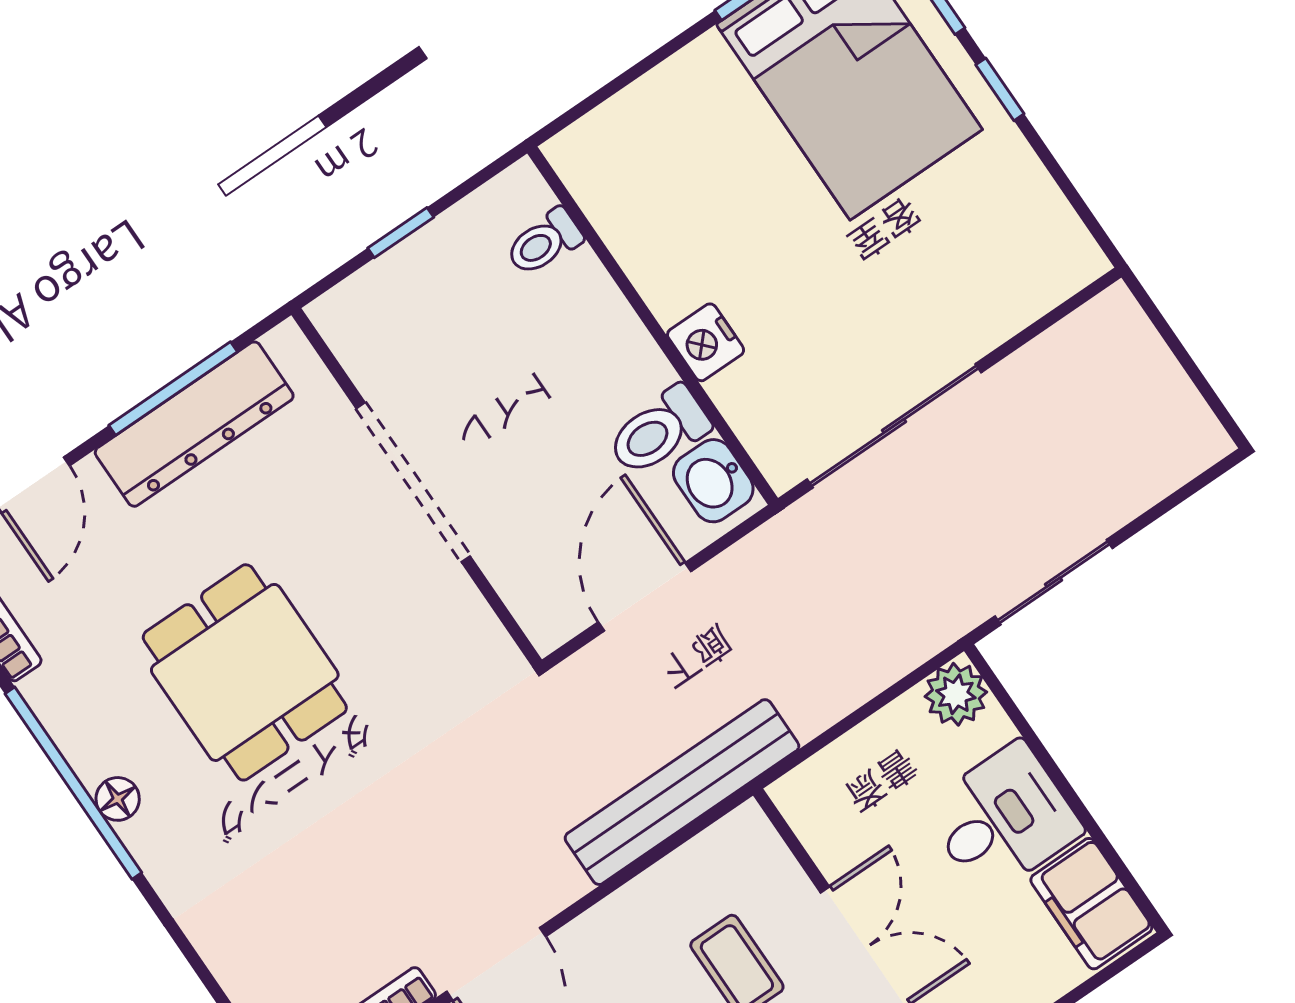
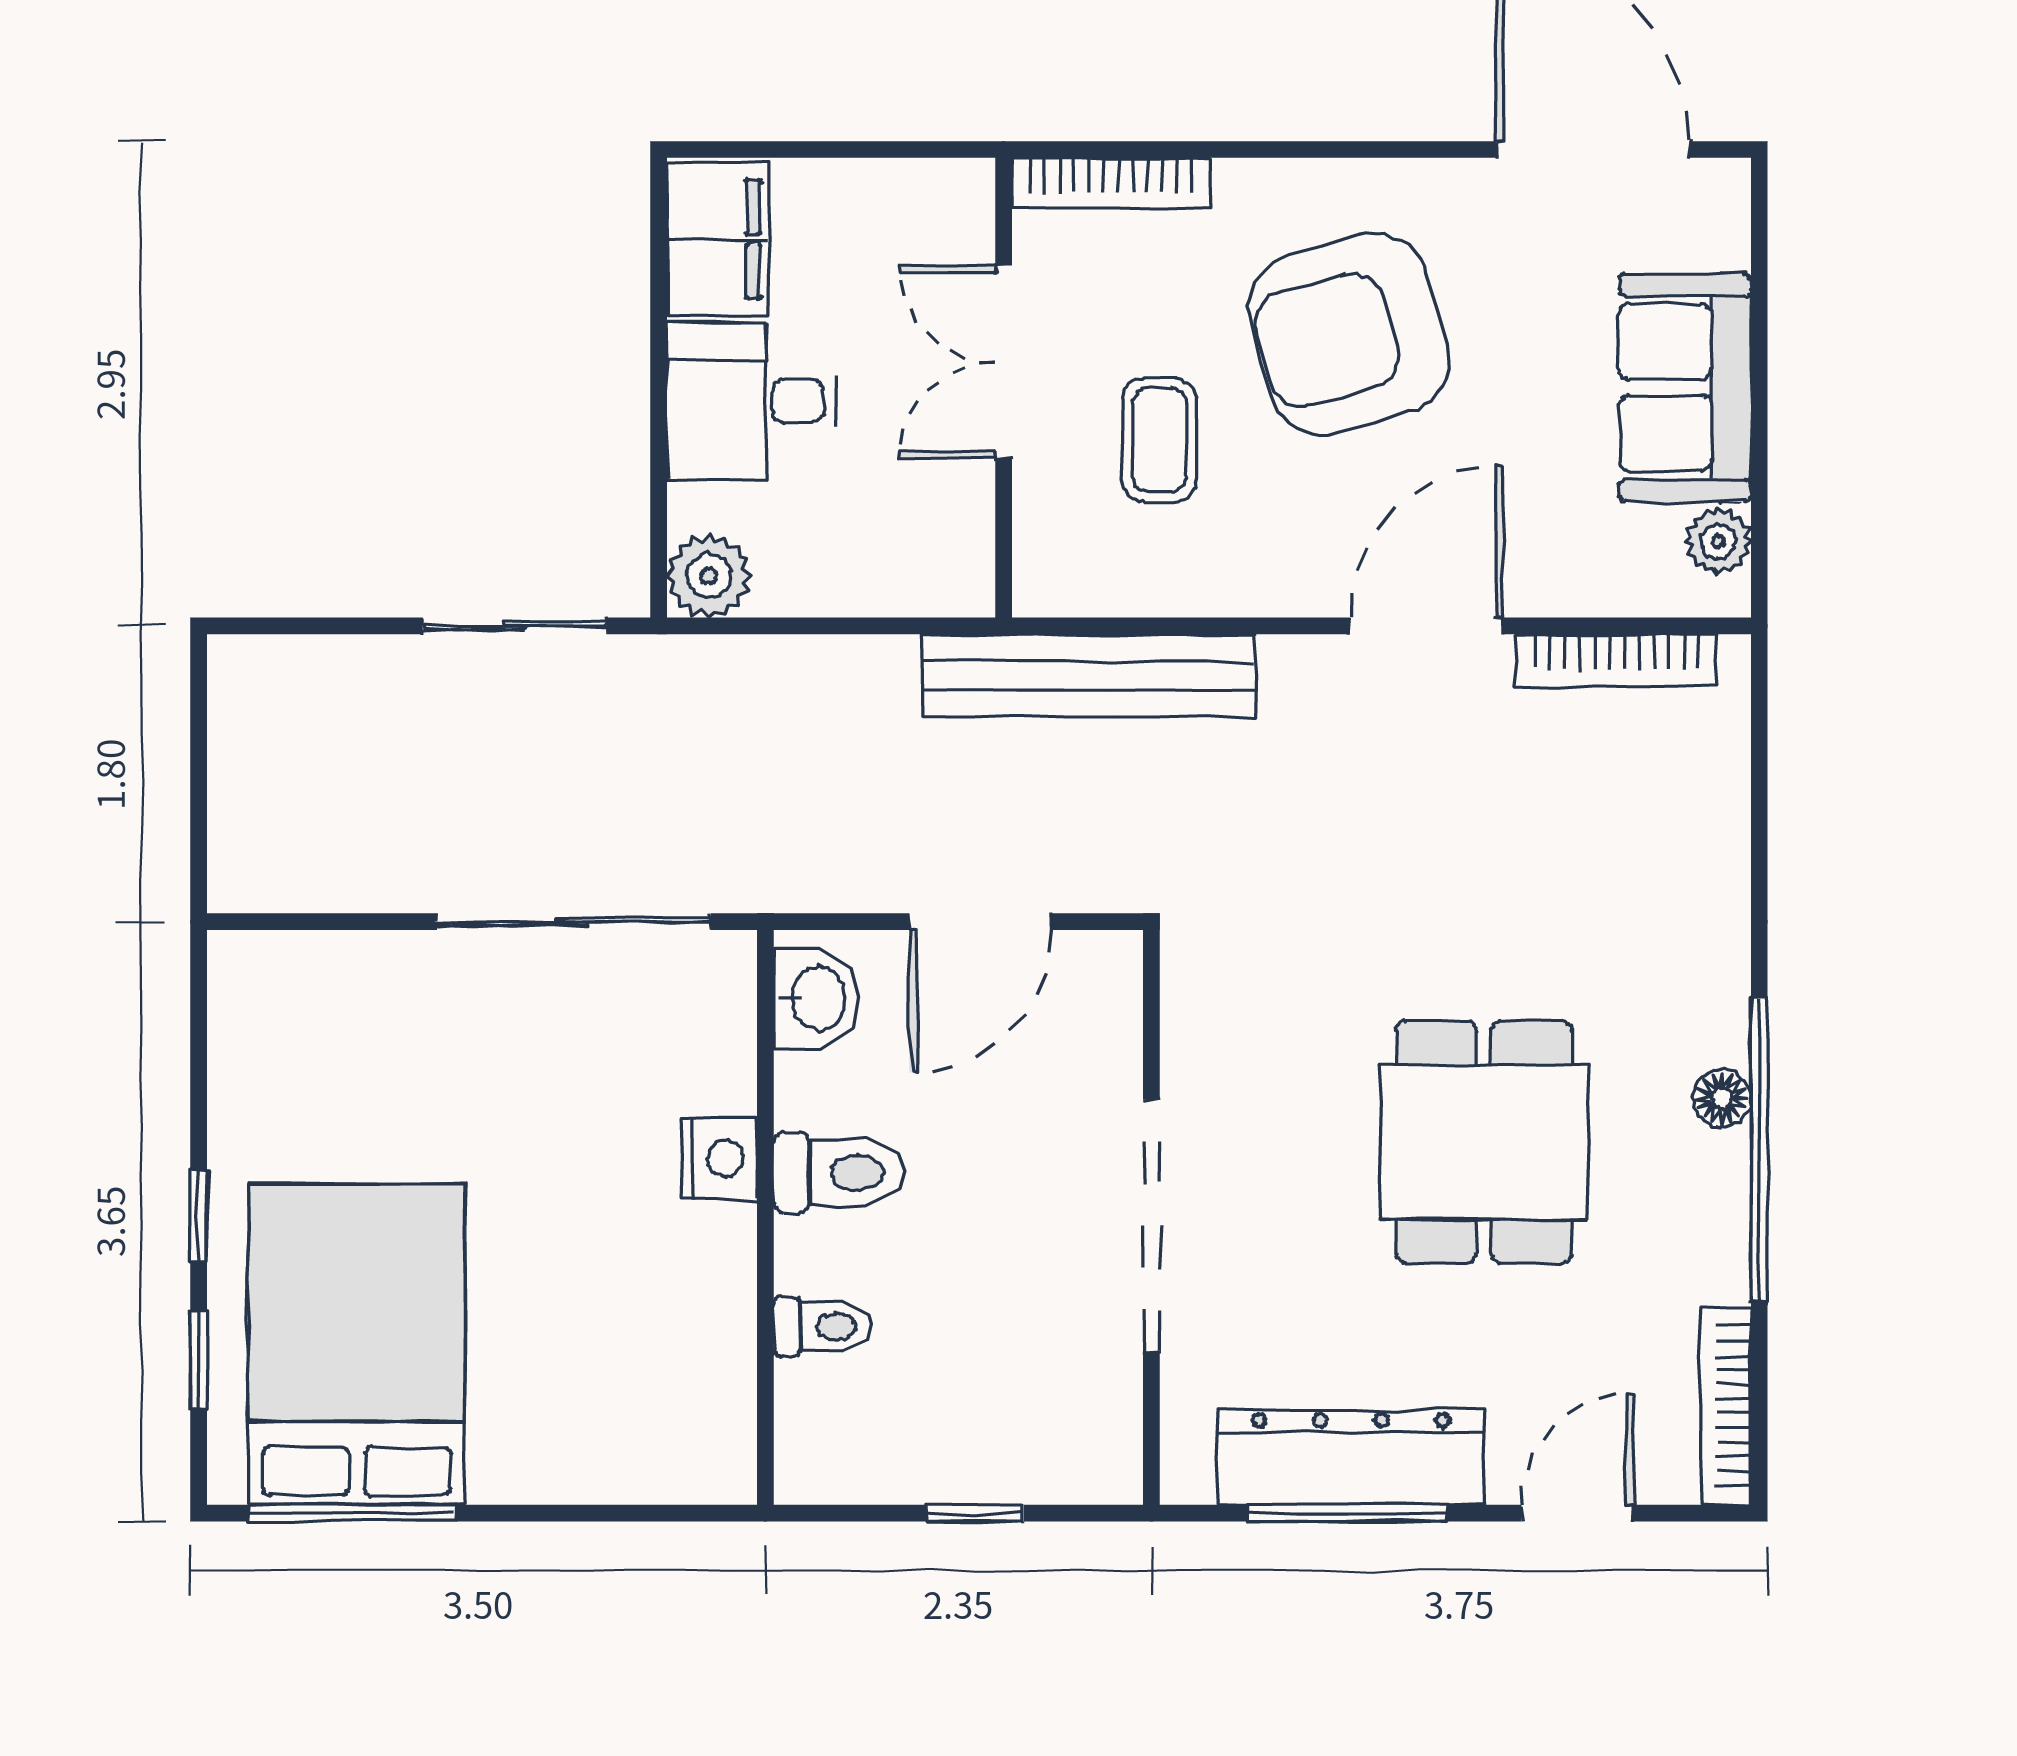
toilet: (544, 242) -> (823, 1327), moved
toilet: (659, 431) -> (839, 1173), moved

